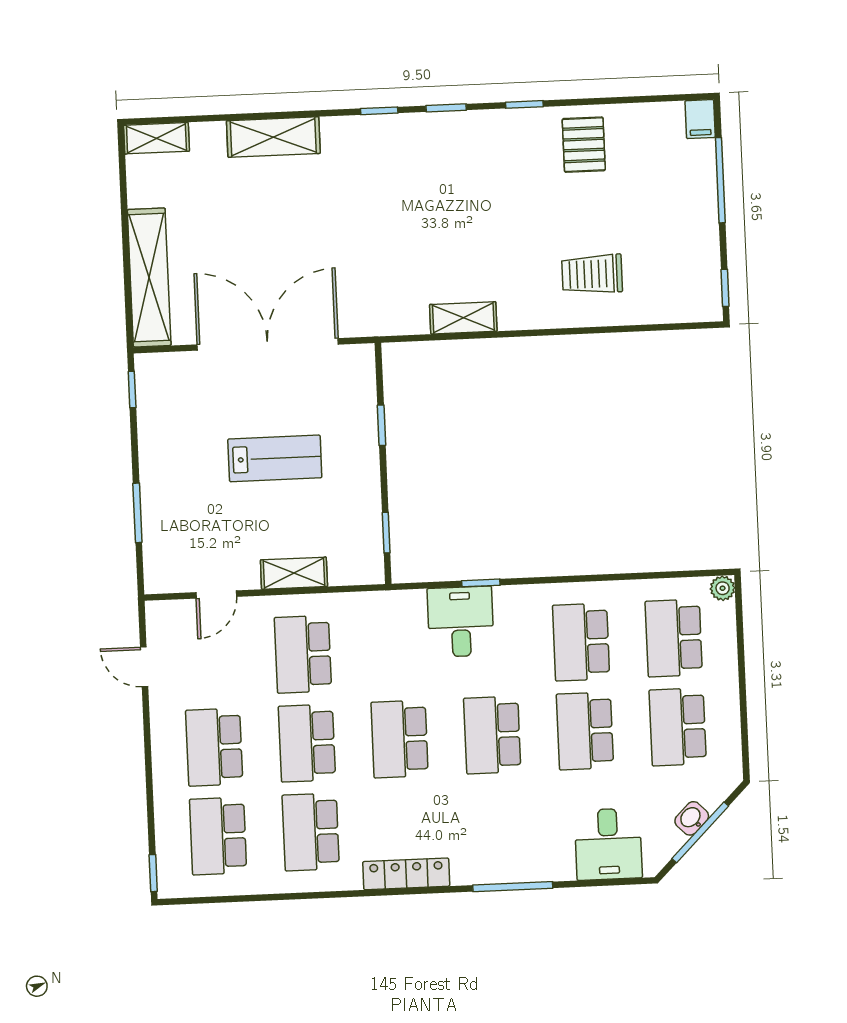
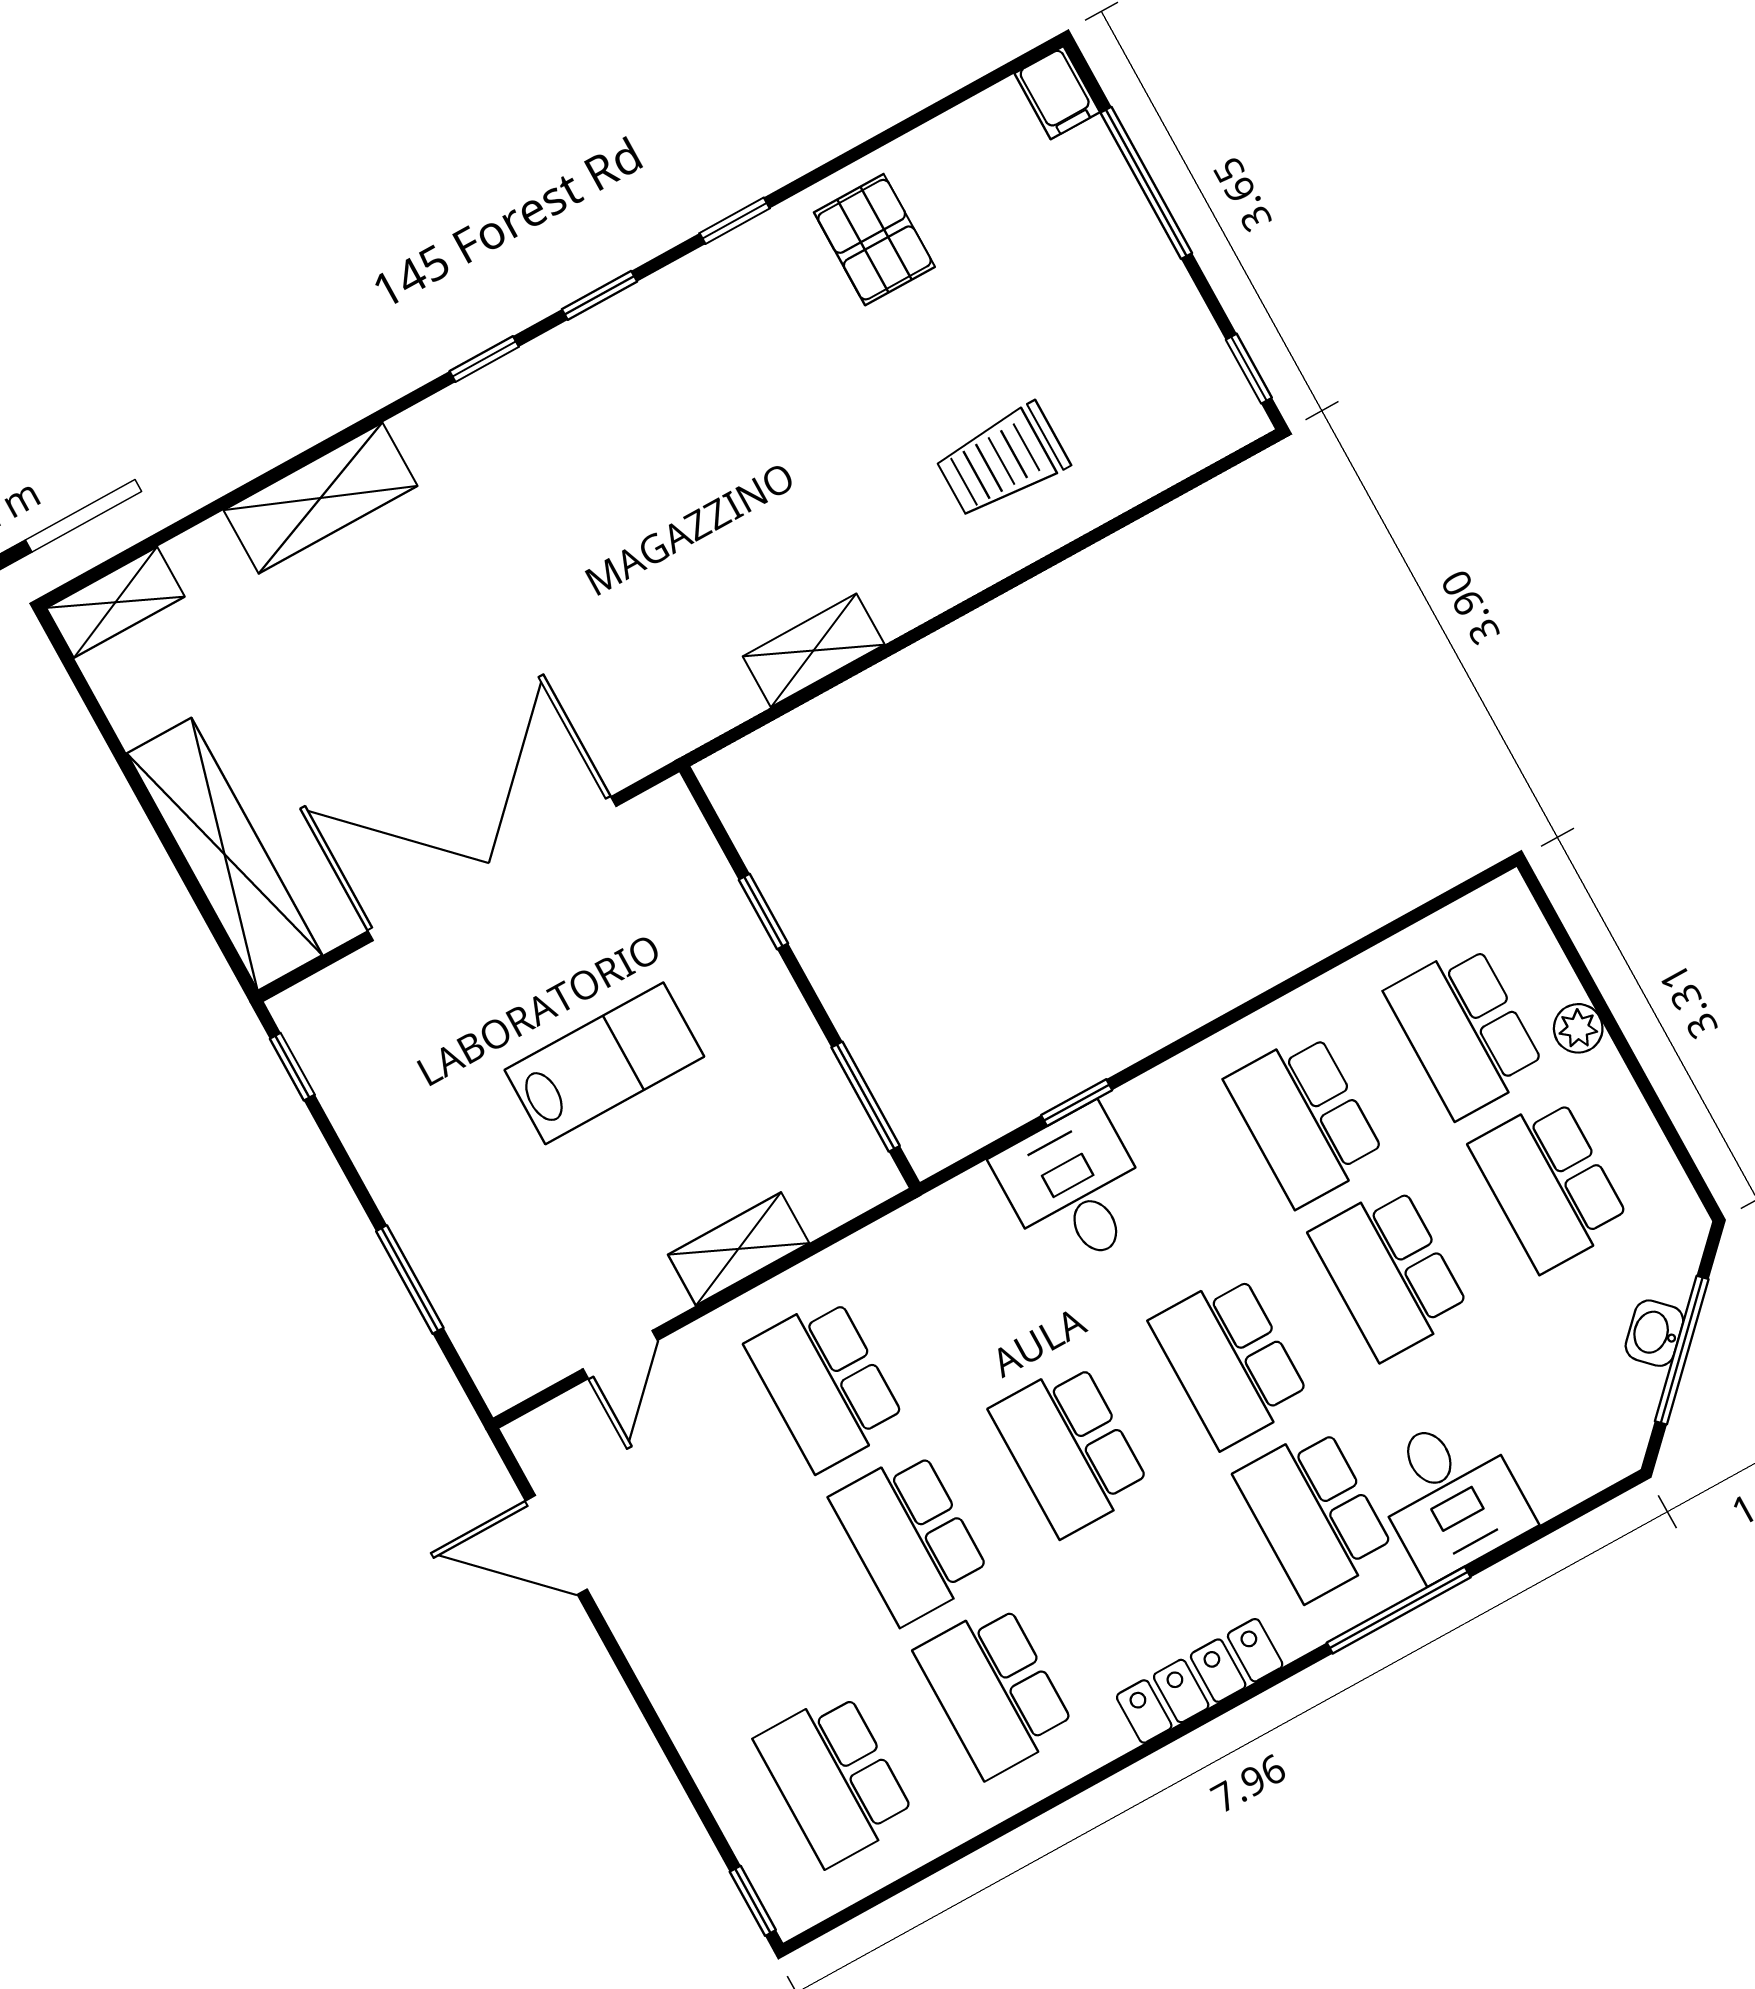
window: (386, 533) -> (866, 1097), width x1.50
plant: (723, 588) -> (1578, 1028), moved
door: (144, 667) -> (556, 1545), width x1.38
school desk: (214, 747) -> (1314, 1514), moved
desk: (608, 844) -> (1450, 1495), moved

